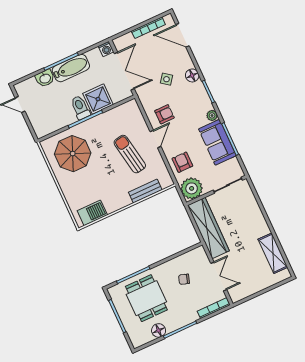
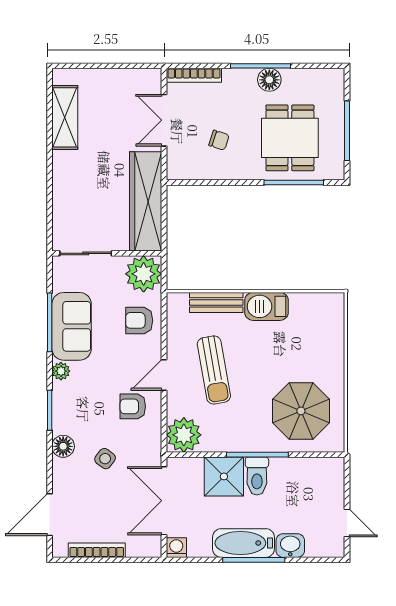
door: (182, 35) -> (50, 515), swing flipped
plant: (130, 112) -> (184, 435), added
armchair: (182, 162) -> (139, 320), turned 90
barbecue: (92, 213) -> (266, 306), moved
floor lamp: (159, 330) -> (269, 80), moved

